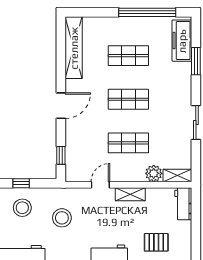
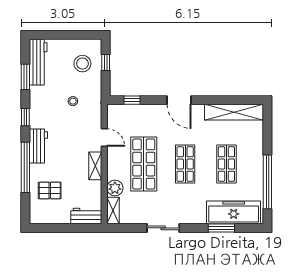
freezer: (182, 41) -> (234, 212), width x1.36, depth x1.26
shop shelf: (128, 143) -> (144, 164), width x1.43, depth x1.36
stool: (62, 218) -> (73, 101), width x0.53, depth x0.53
pallet: (156, 242) -> (50, 190), turned 90

